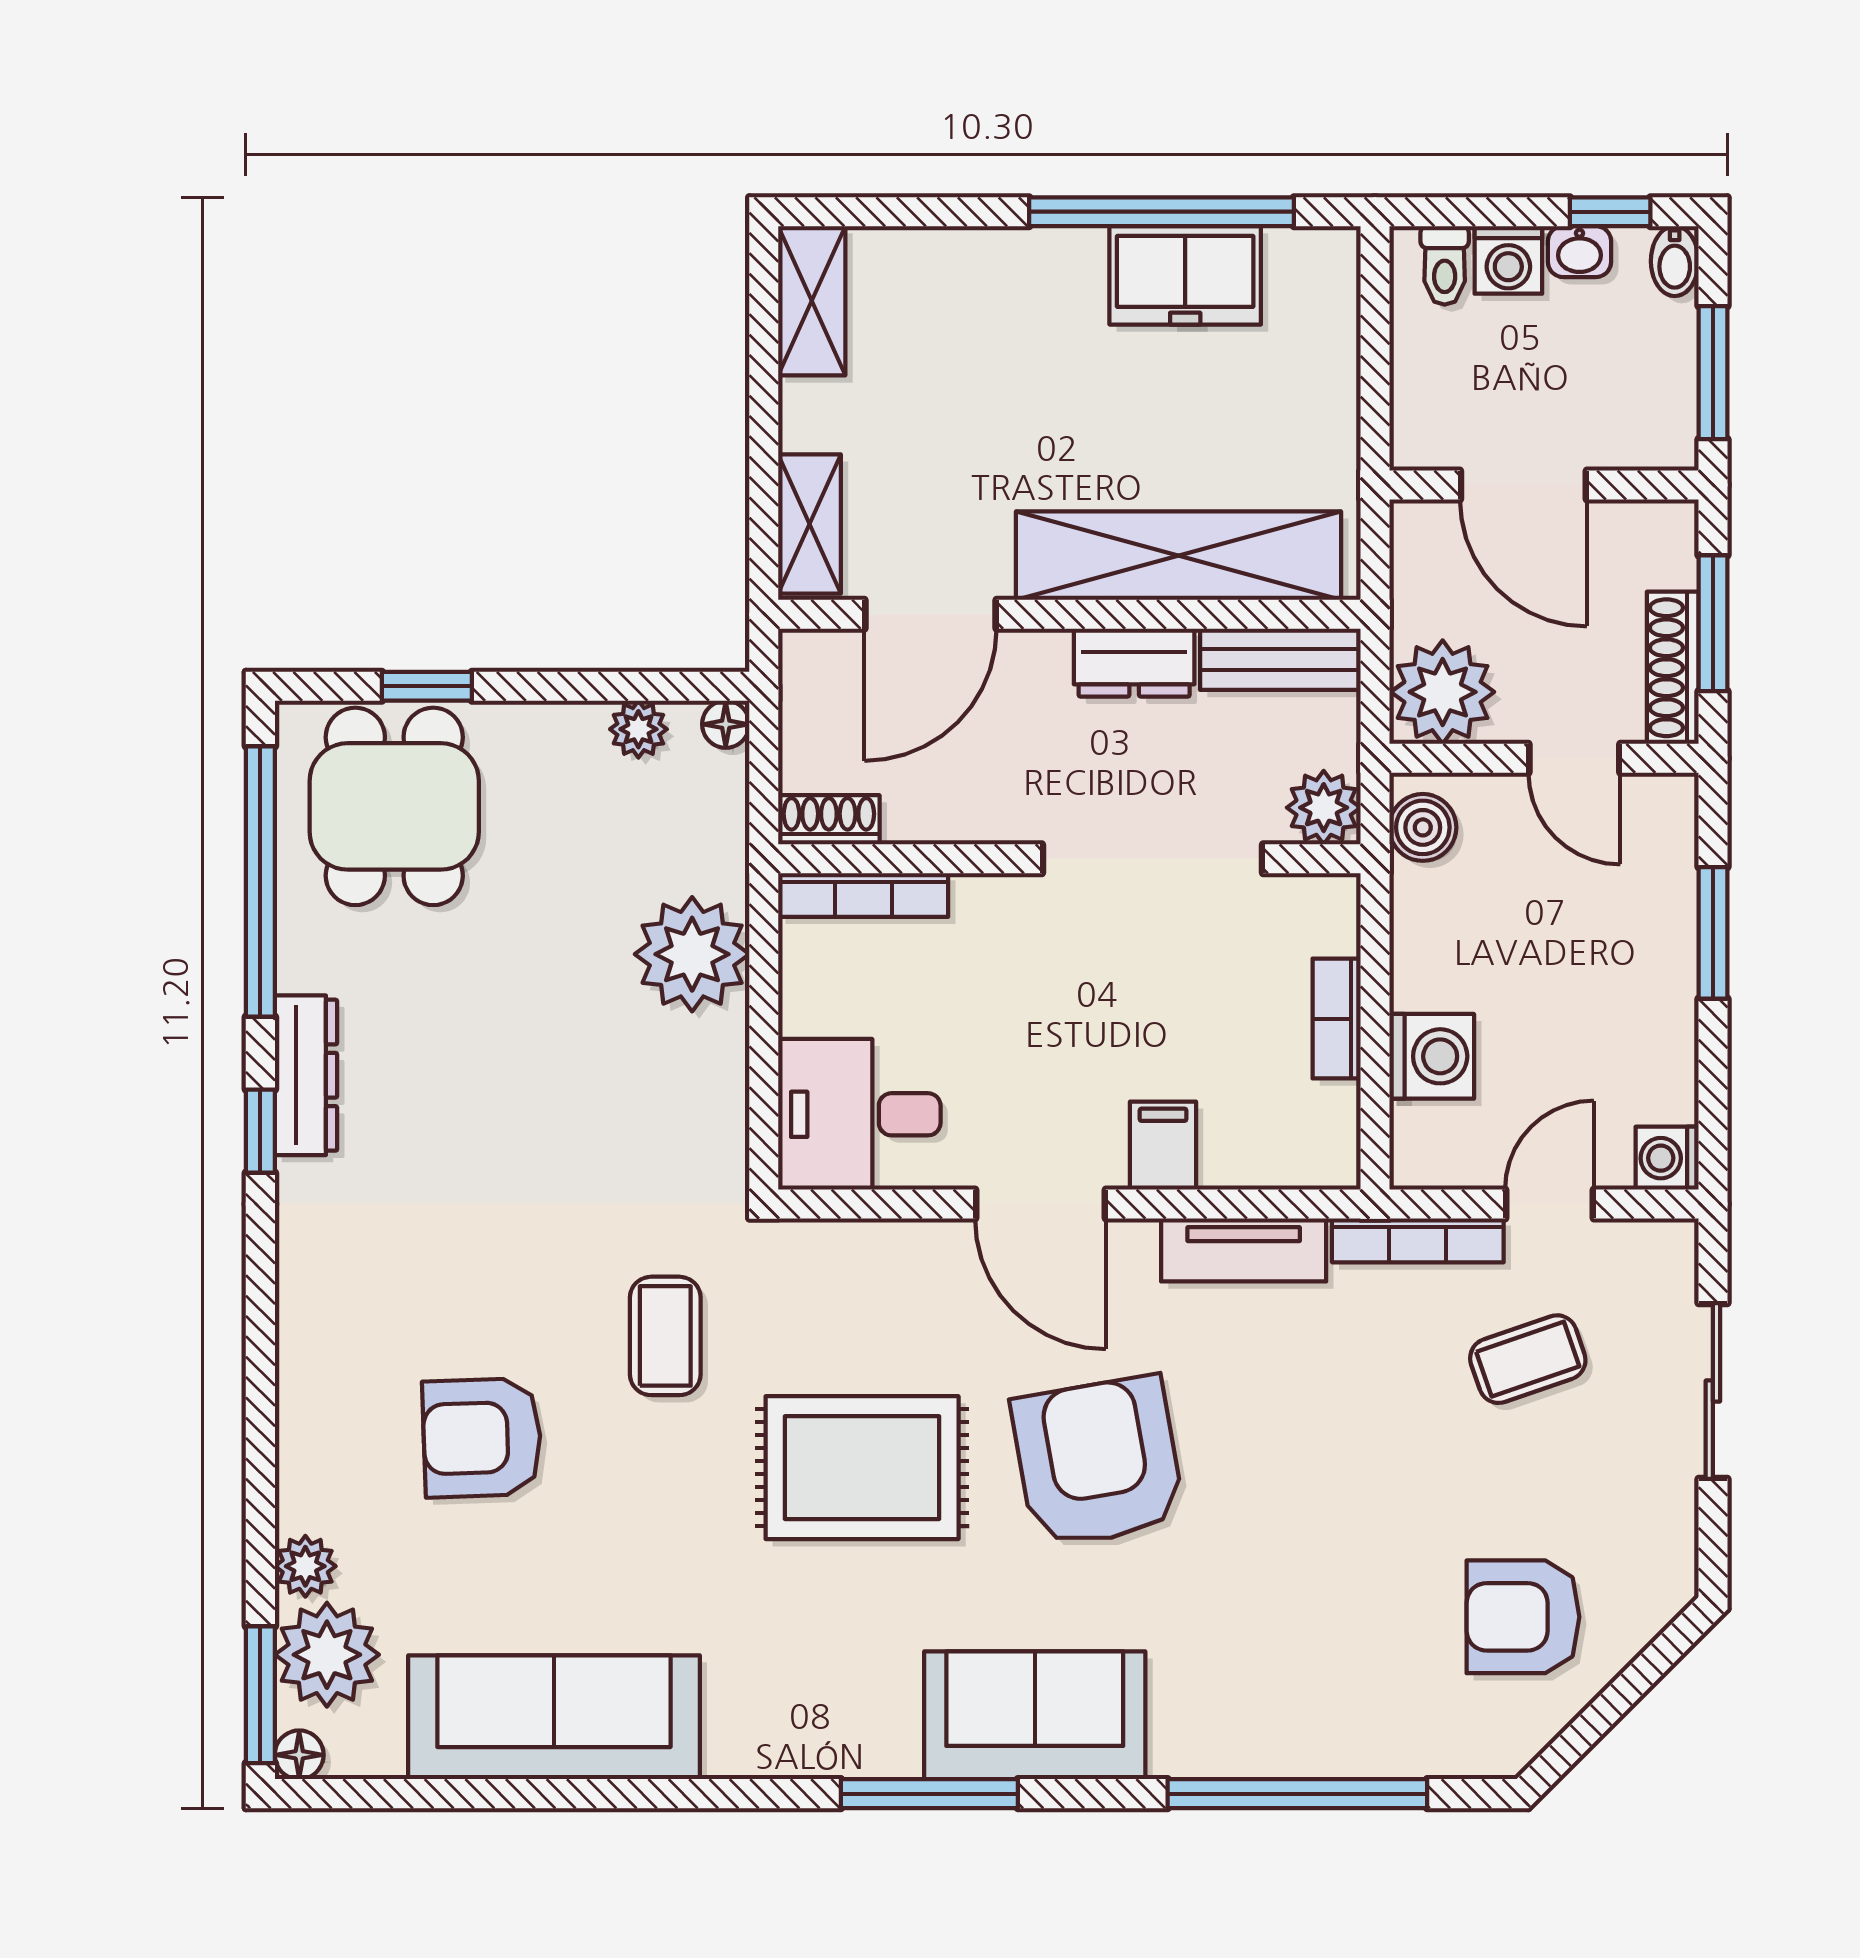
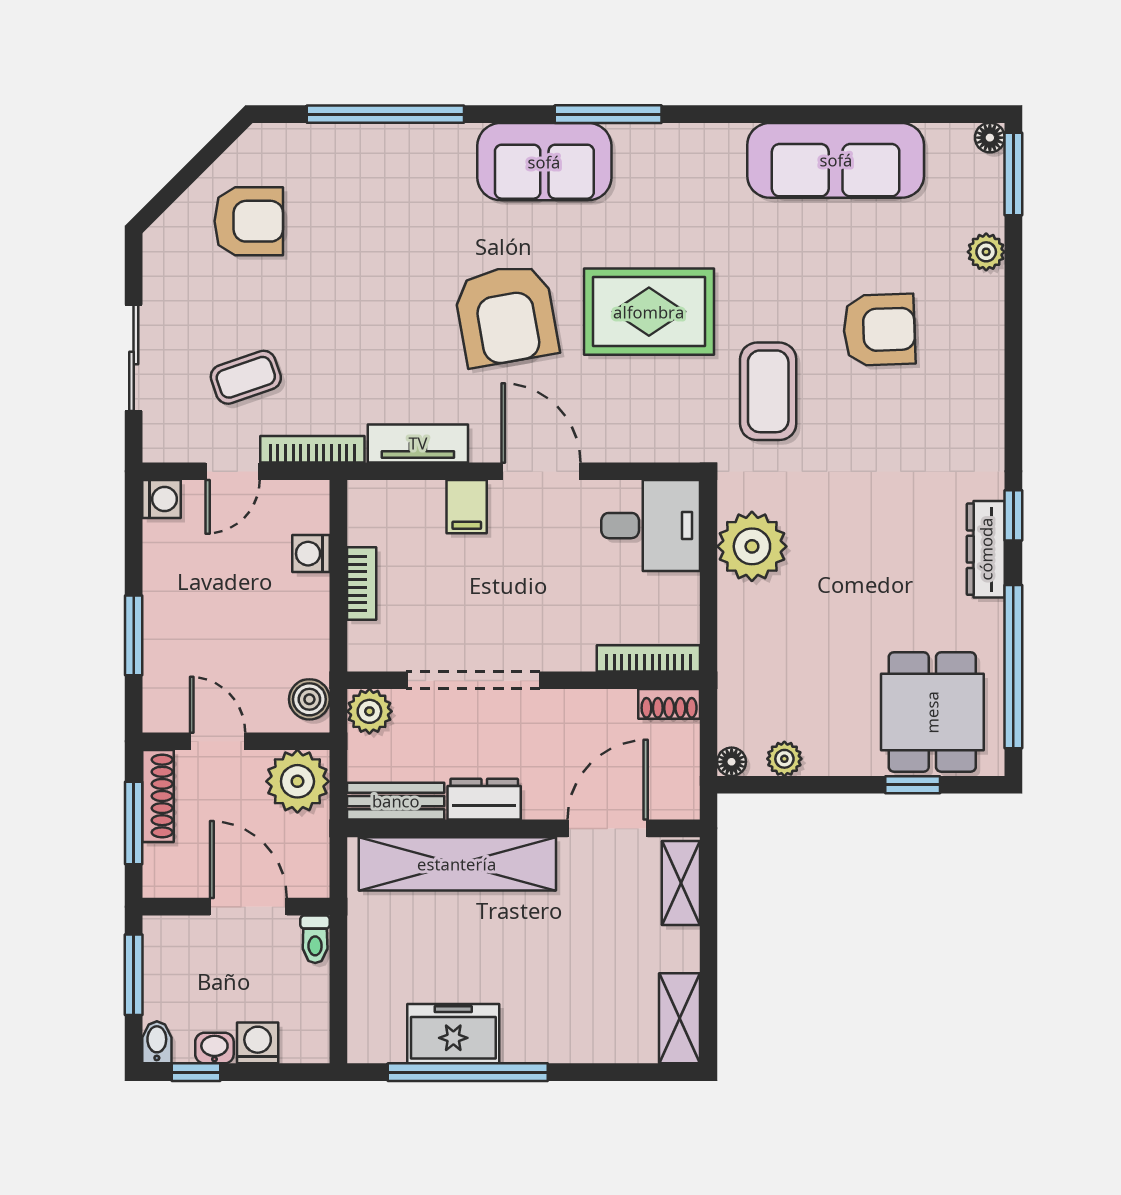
toilet: (1445, 265) -> (315, 939), moved, turned 180
plant: (692, 954) -> (752, 546), moved
washing machine: (1432, 1056) -> (311, 554), width x0.73, depth x0.73
coffee table: (665, 1336) -> (768, 391), width x1.36, depth x1.30
plant: (327, 1655) -> (973, 198), removed

